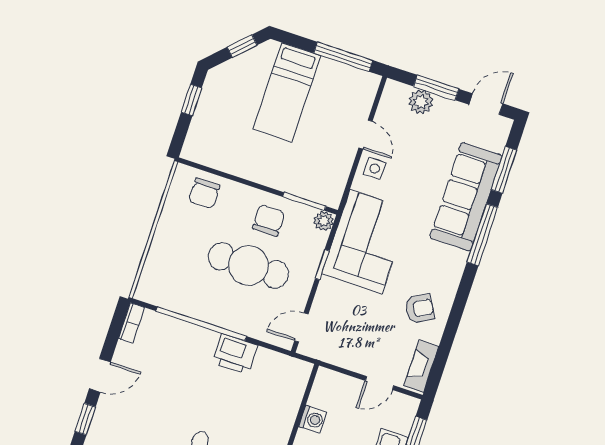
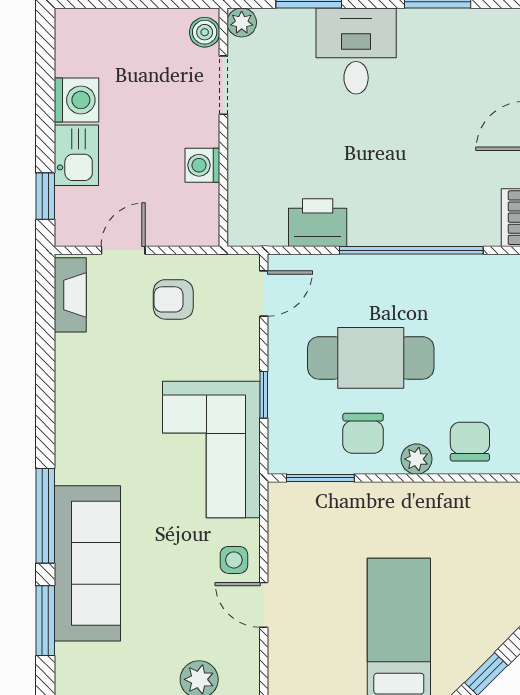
plant: (324, 221) -> (416, 459), moved
armchair: (420, 309) -> (173, 299), moved, turned 30
printer: (235, 354) -> (318, 223), moved

